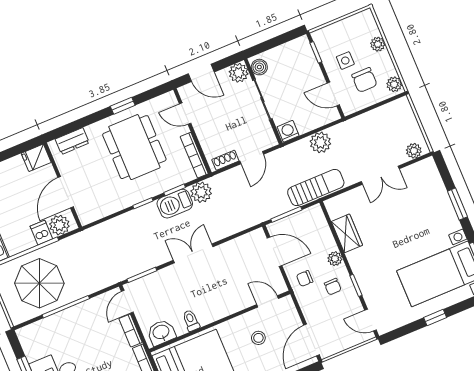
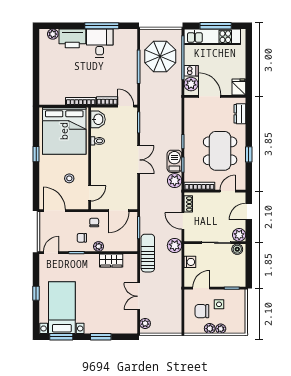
plant: (394, 84) -> (210, 329), moved
washing machine: (288, 131) -> (190, 262), moved
plant: (320, 142) -> (175, 246), moved
dining table: (134, 147) -> (220, 151), turned 90
sun lounger: (316, 187) -> (148, 253), turned 180

